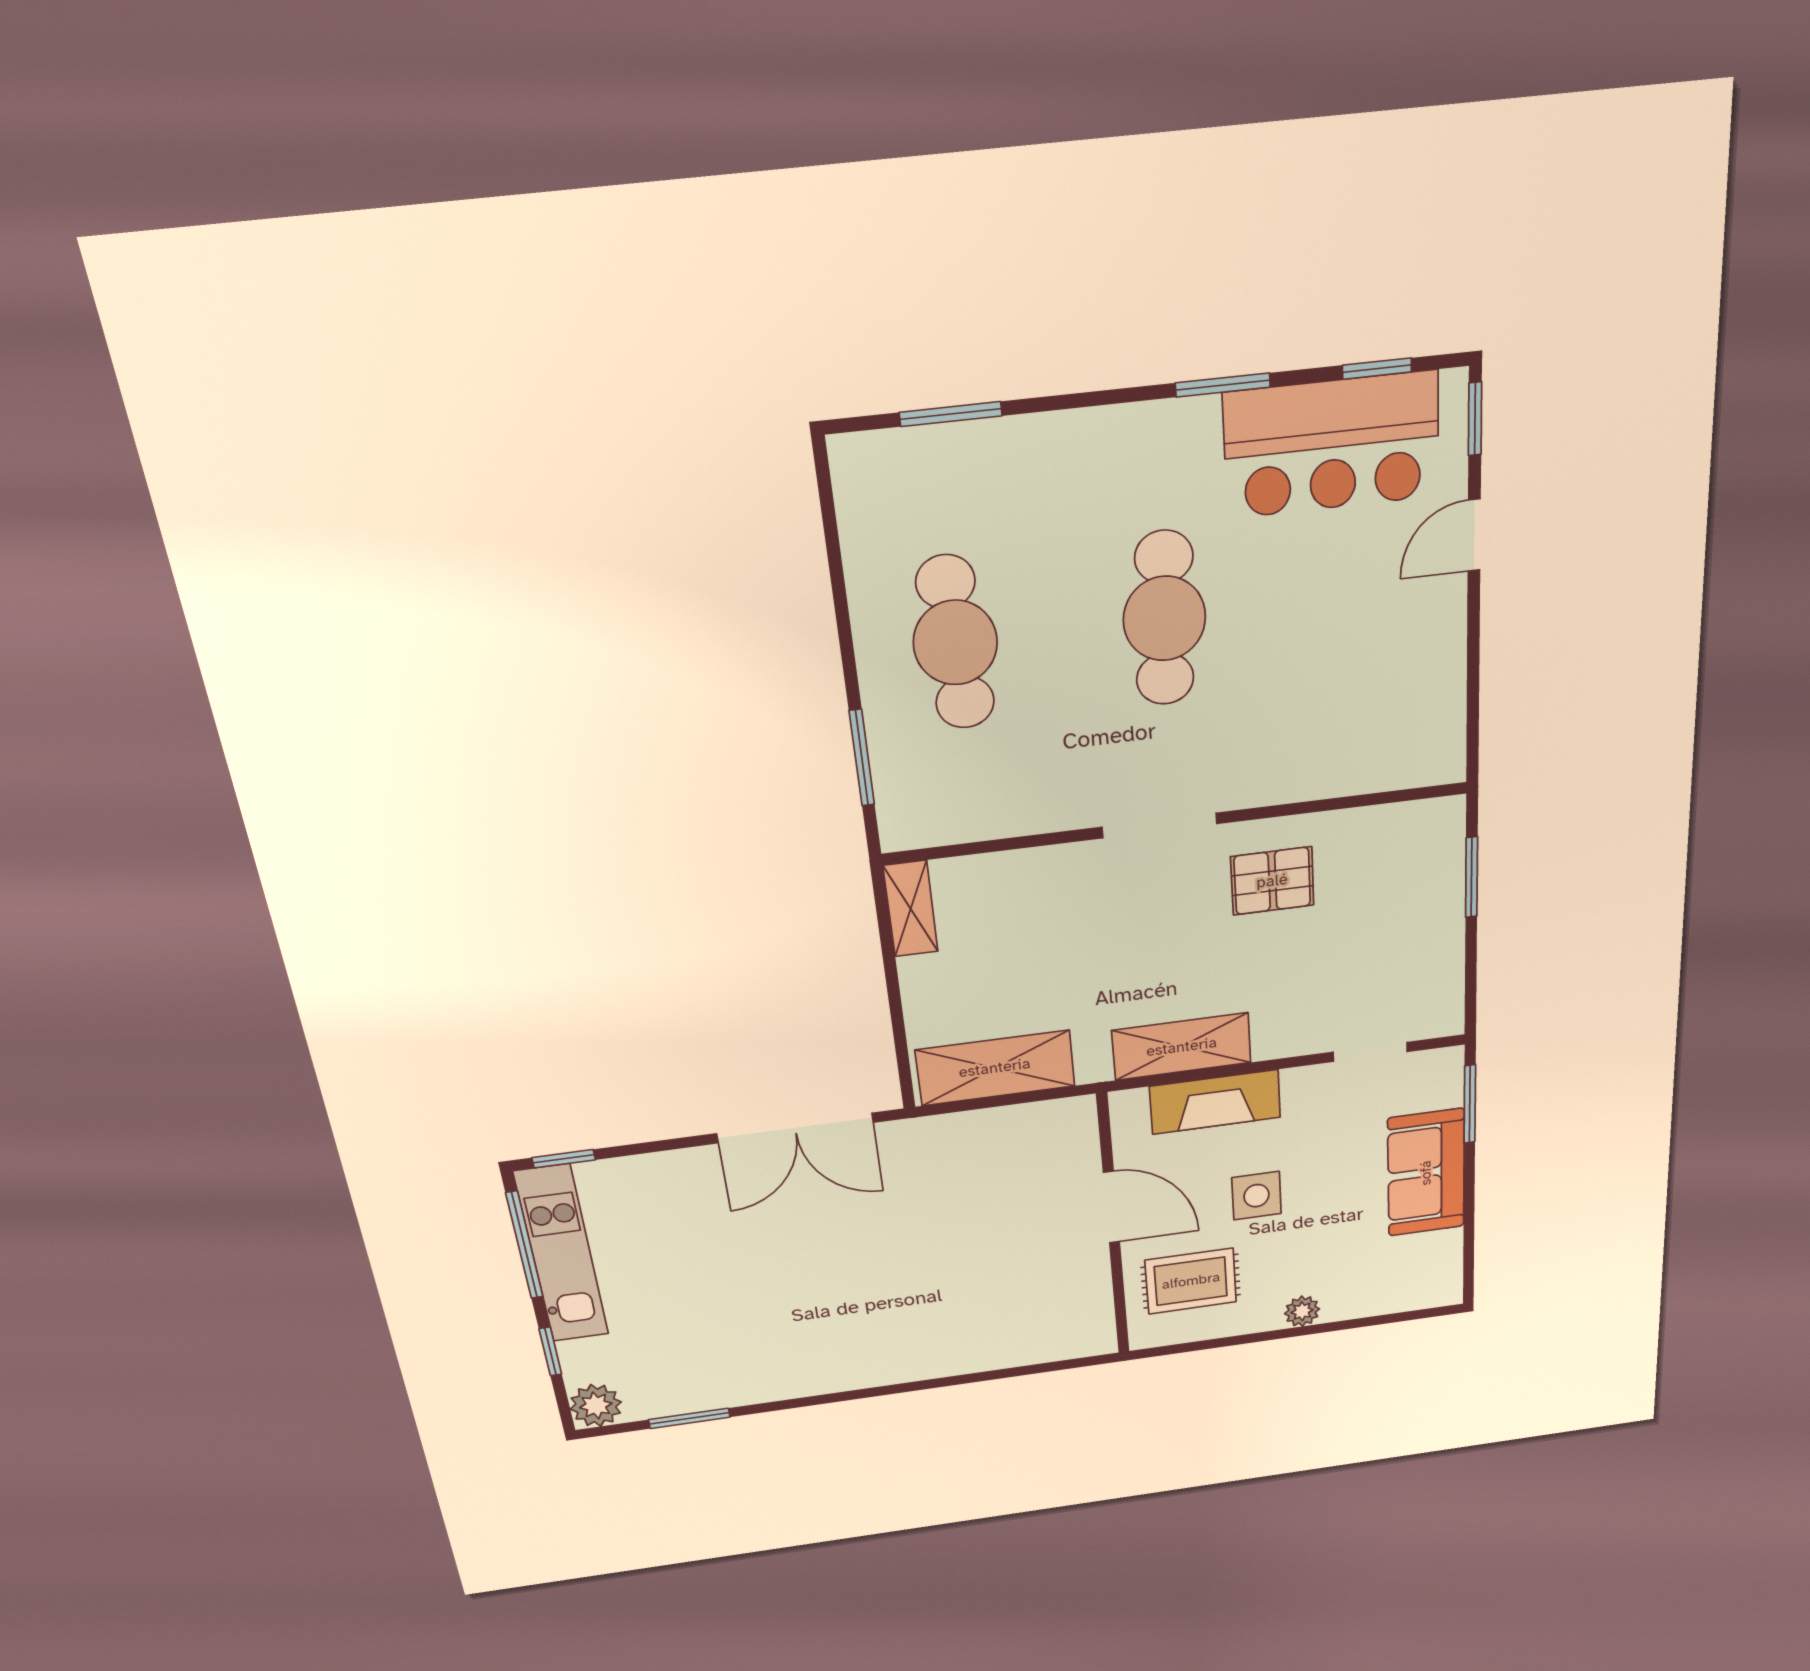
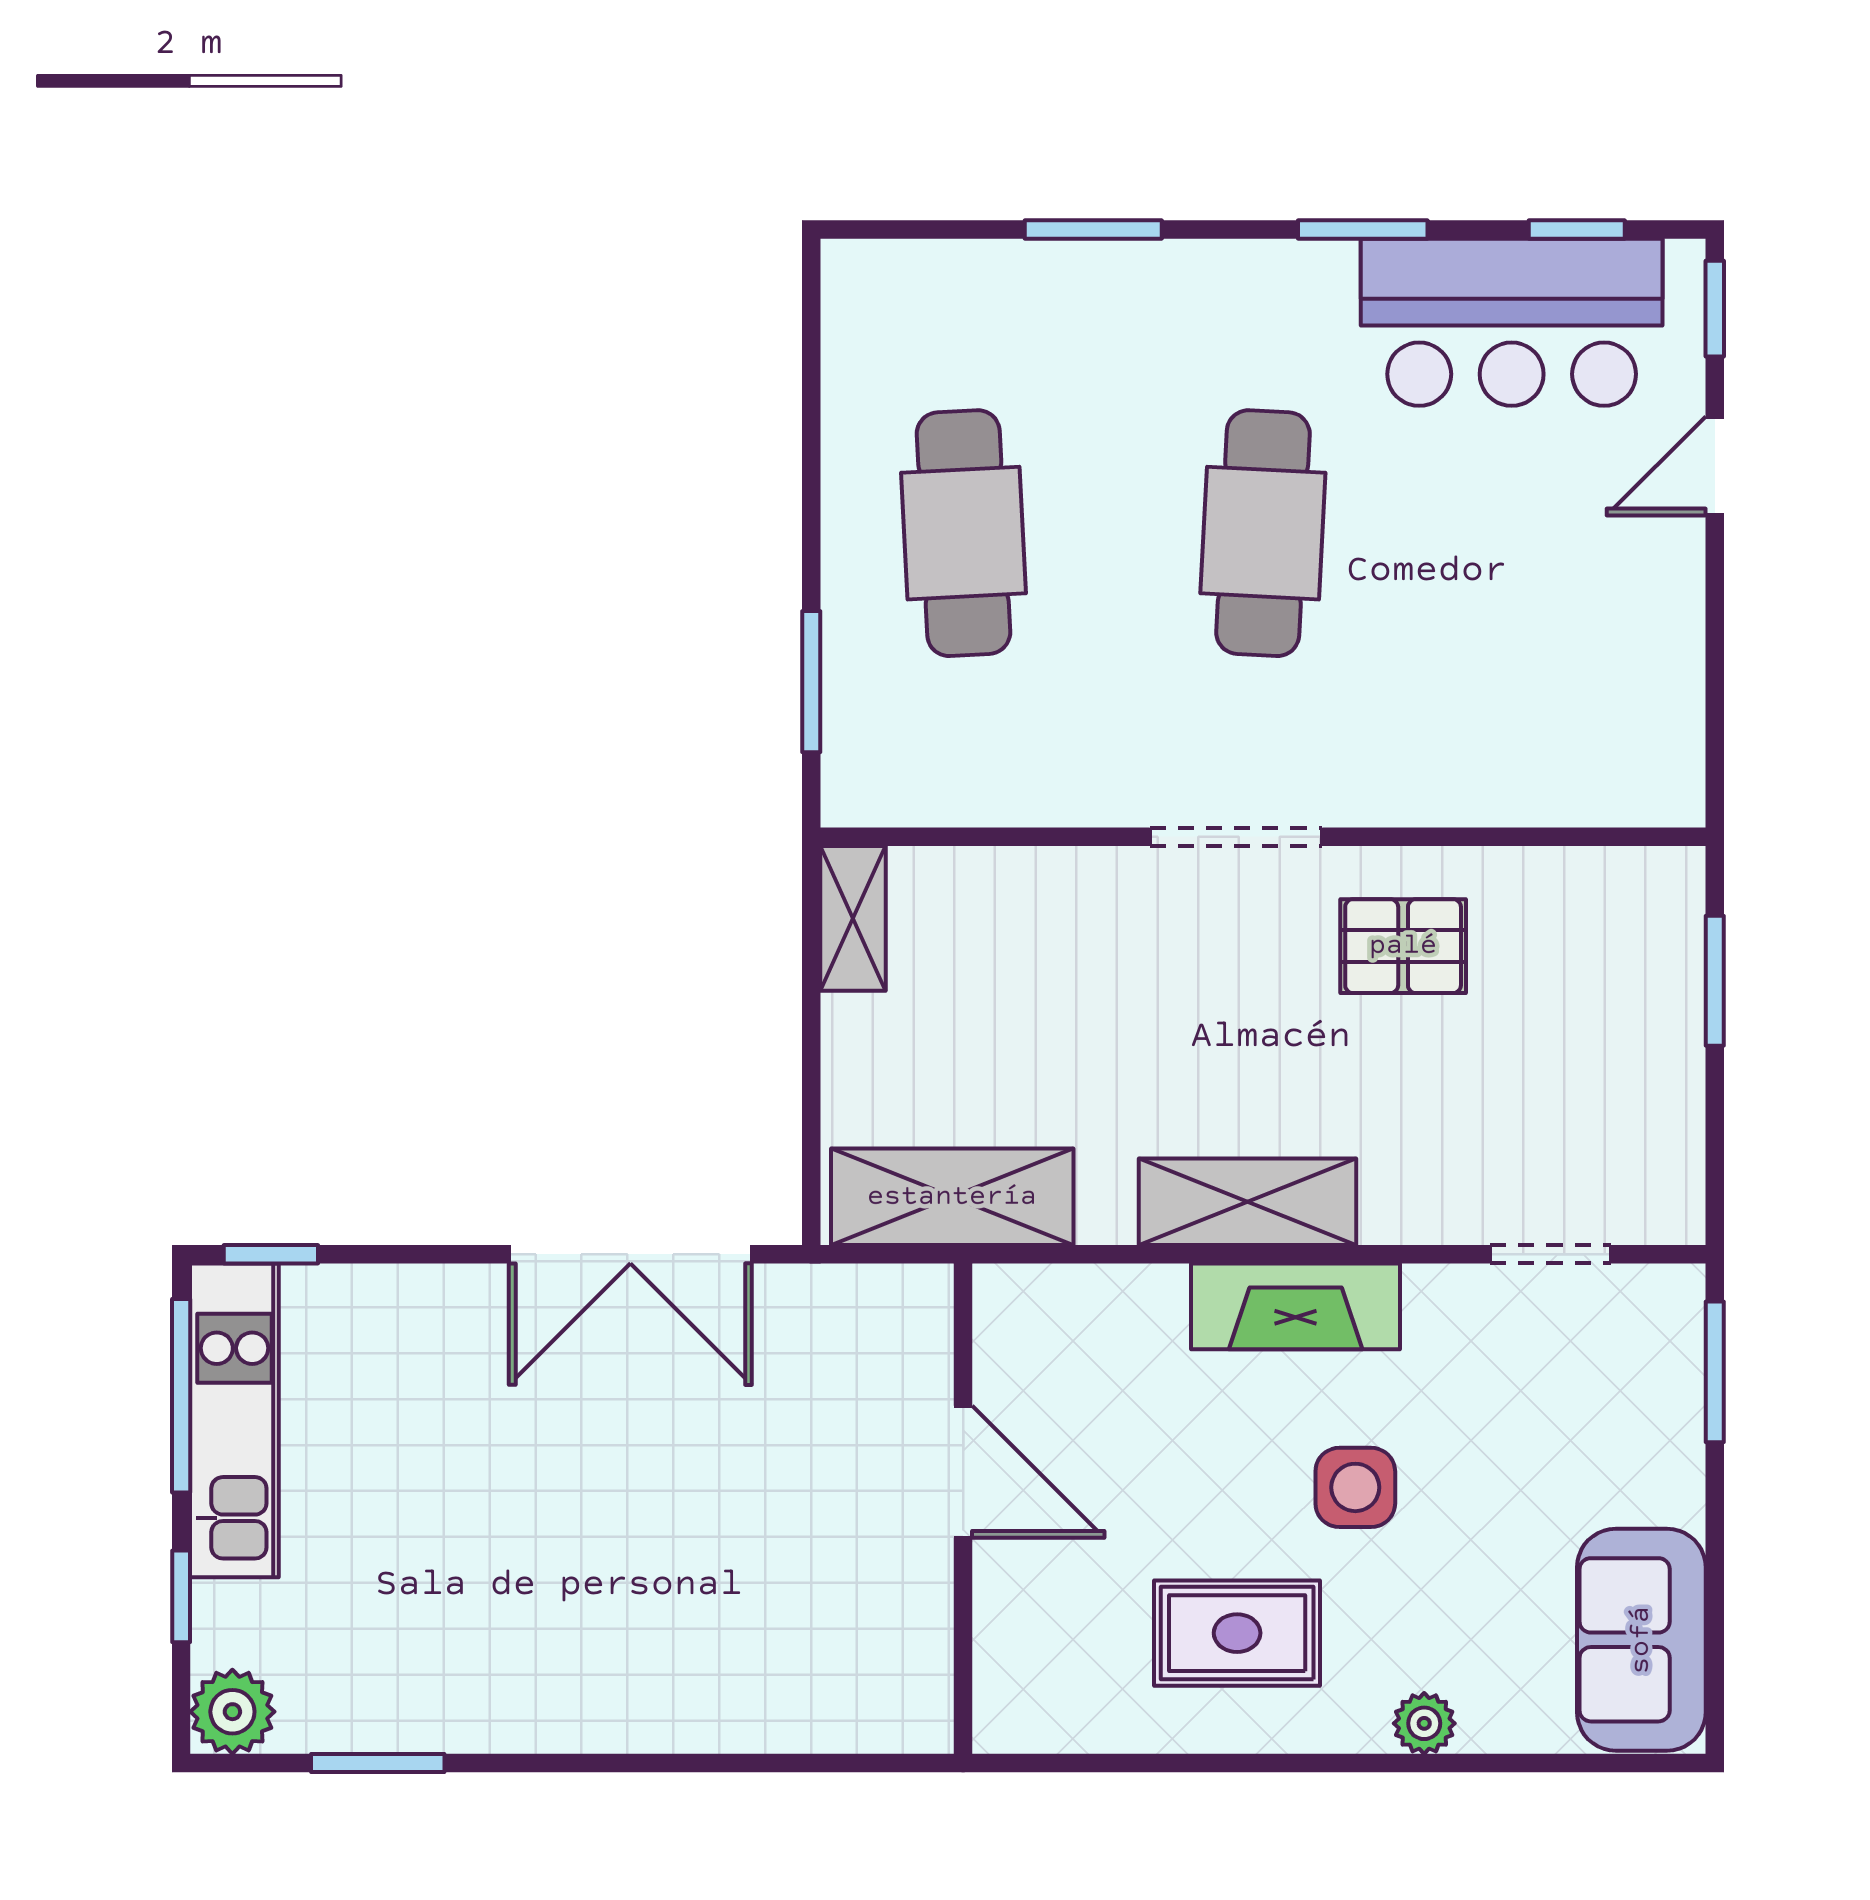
window: (951, 414) -> (1093, 229), moved
sofa: (1426, 1173) -> (1641, 1640), moved
door: (1111, 1207) -> (963, 1472), moved
wall: (1113, 1227) -> (963, 1509), moved

